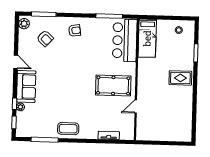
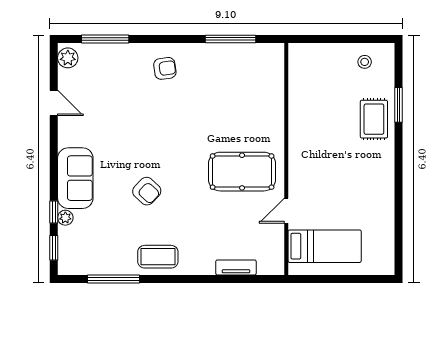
armchair: (45, 38) -> (147, 191), moved
bed: (147, 38) -> (325, 246), moved, turned -90
bar counter: (125, 40) -> (262, 85), removed
door: (16, 62) -> (54, 103), moved
rug: (180, 78) -> (374, 119), moved, turned 90

